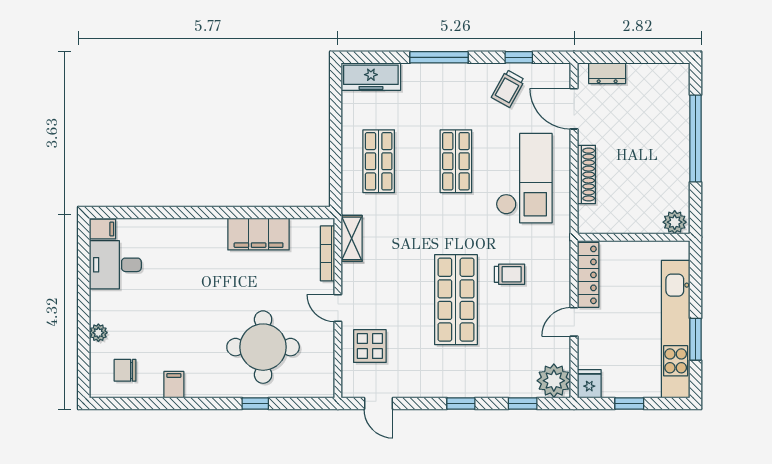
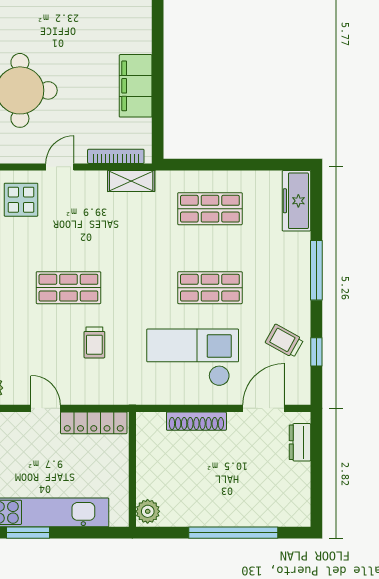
checkout: (524, 178) -> (193, 357), turned 180
shop shelf: (456, 300) -> (68, 288), width x0.70, depth x0.74

